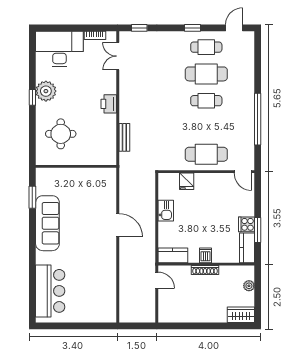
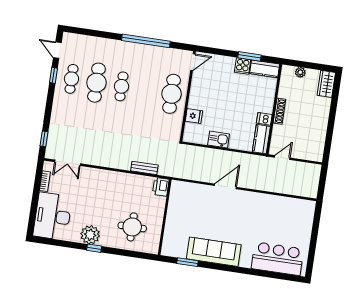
window: (193, 28) -> (54, 75), moved
printer: (109, 104) -> (161, 187), moved, turned 90
dishwasher: (205, 255) -> (264, 119), moved

